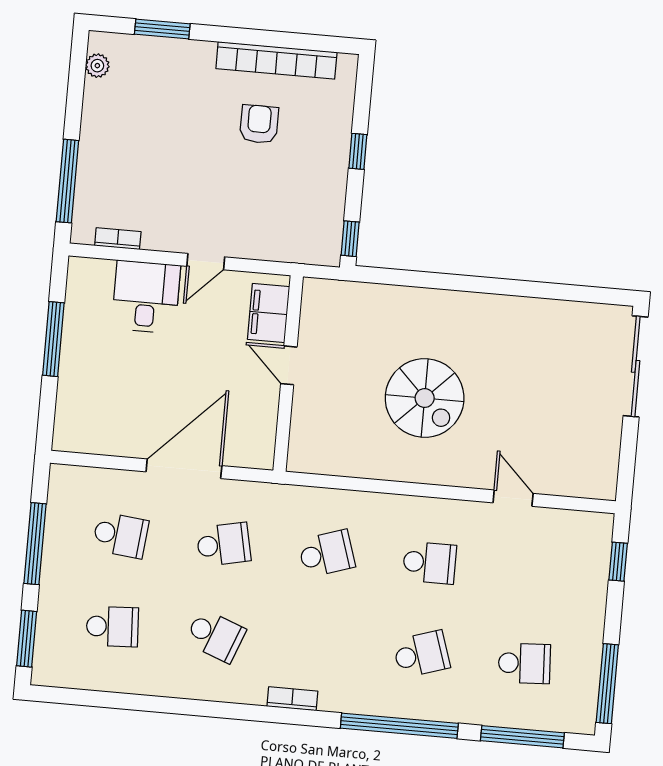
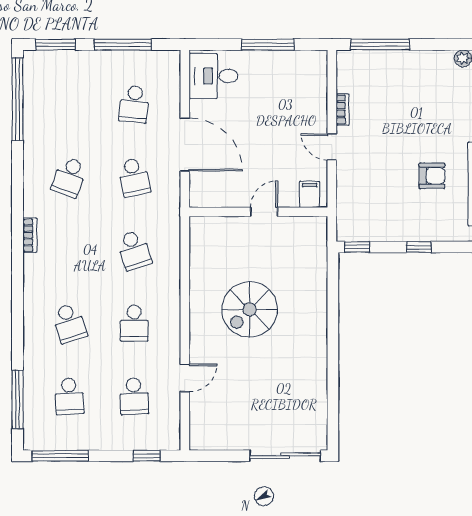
bookcase: (118, 239) -> (342, 109), moved
desk: (146, 297) -> (213, 76), moved, turned 180
filing cabinet: (269, 313) -> (310, 194), width x0.50
school desk: (112, 627) -> (134, 396), moved
window: (399, 726) -> (18, 99), moved

